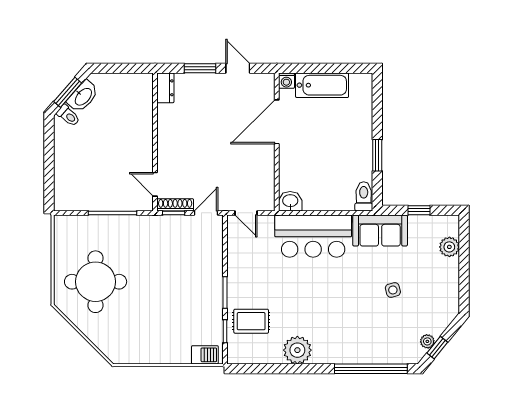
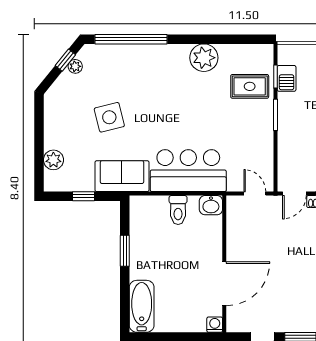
bathtub: (322, 85) -> (142, 306), moved, turned 90
toilet: (364, 196) -> (178, 210), moved
side table: (393, 290) -> (109, 117), width x1.87, depth x1.87
barbecue: (205, 355) -> (287, 78), moved, turned -90

